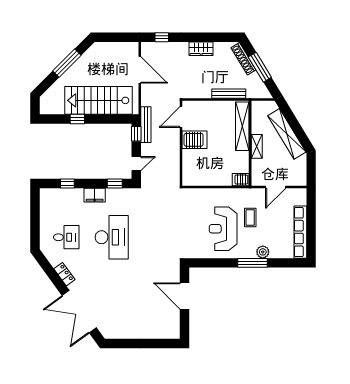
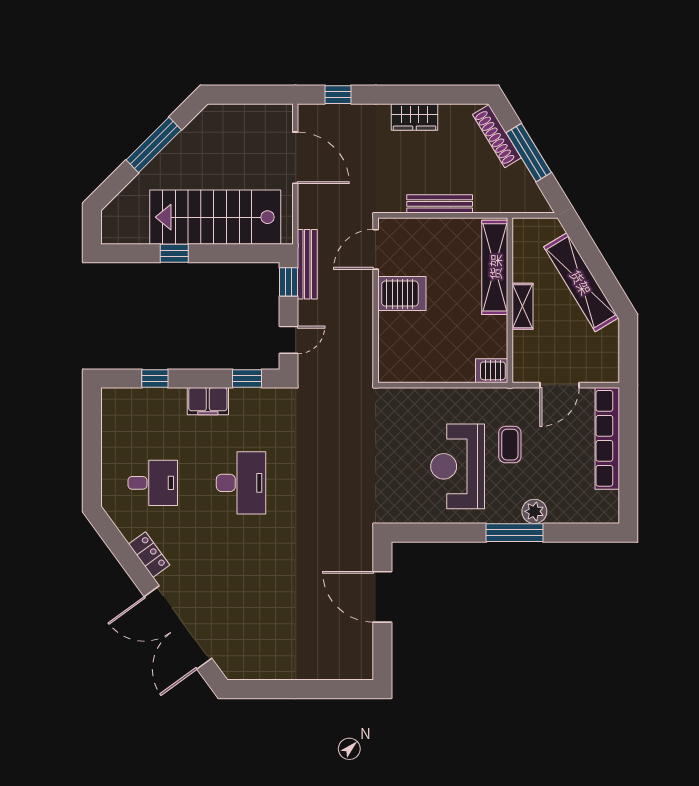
bench: (229, 94) -> (440, 204), moved
row of seats: (300, 232) -> (607, 438), moved
desk: (112, 237) -> (241, 483), width x0.73, depth x0.77

